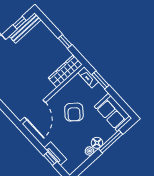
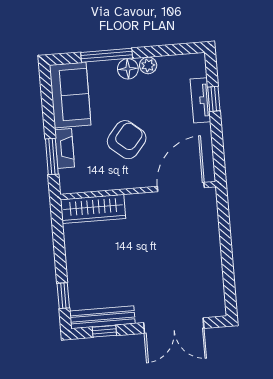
window: (65, 41) -> (63, 296), moved
fireplace: (88, 77) -> (65, 148), moved

